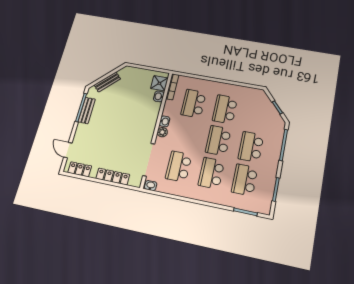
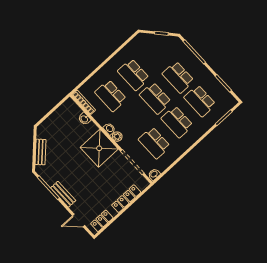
shower: (159, 83) -> (99, 148), moved, width x1.86, depth x1.86
bench: (87, 110) -> (63, 194), moved

